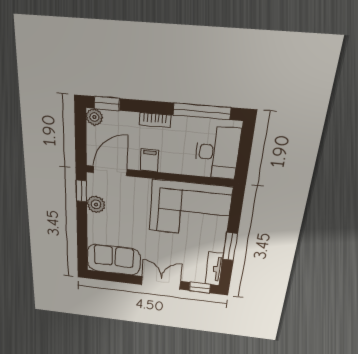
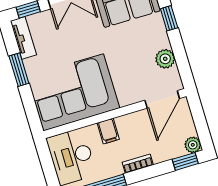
filing cabinet: (149, 160) -> (108, 131), moved
window: (81, 191) -> (169, 18), moved

